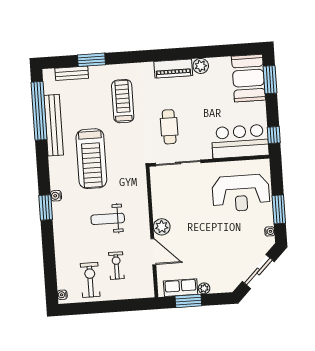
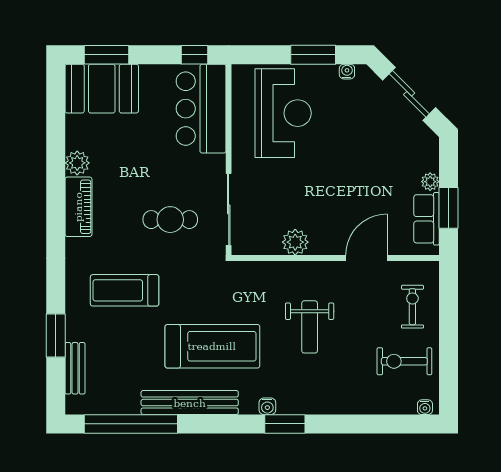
bench: (54, 125) -> (190, 403), moved
plant: (162, 227) -> (295, 242), moved
exercise bike: (116, 266) -> (412, 307), moved, turned 90

